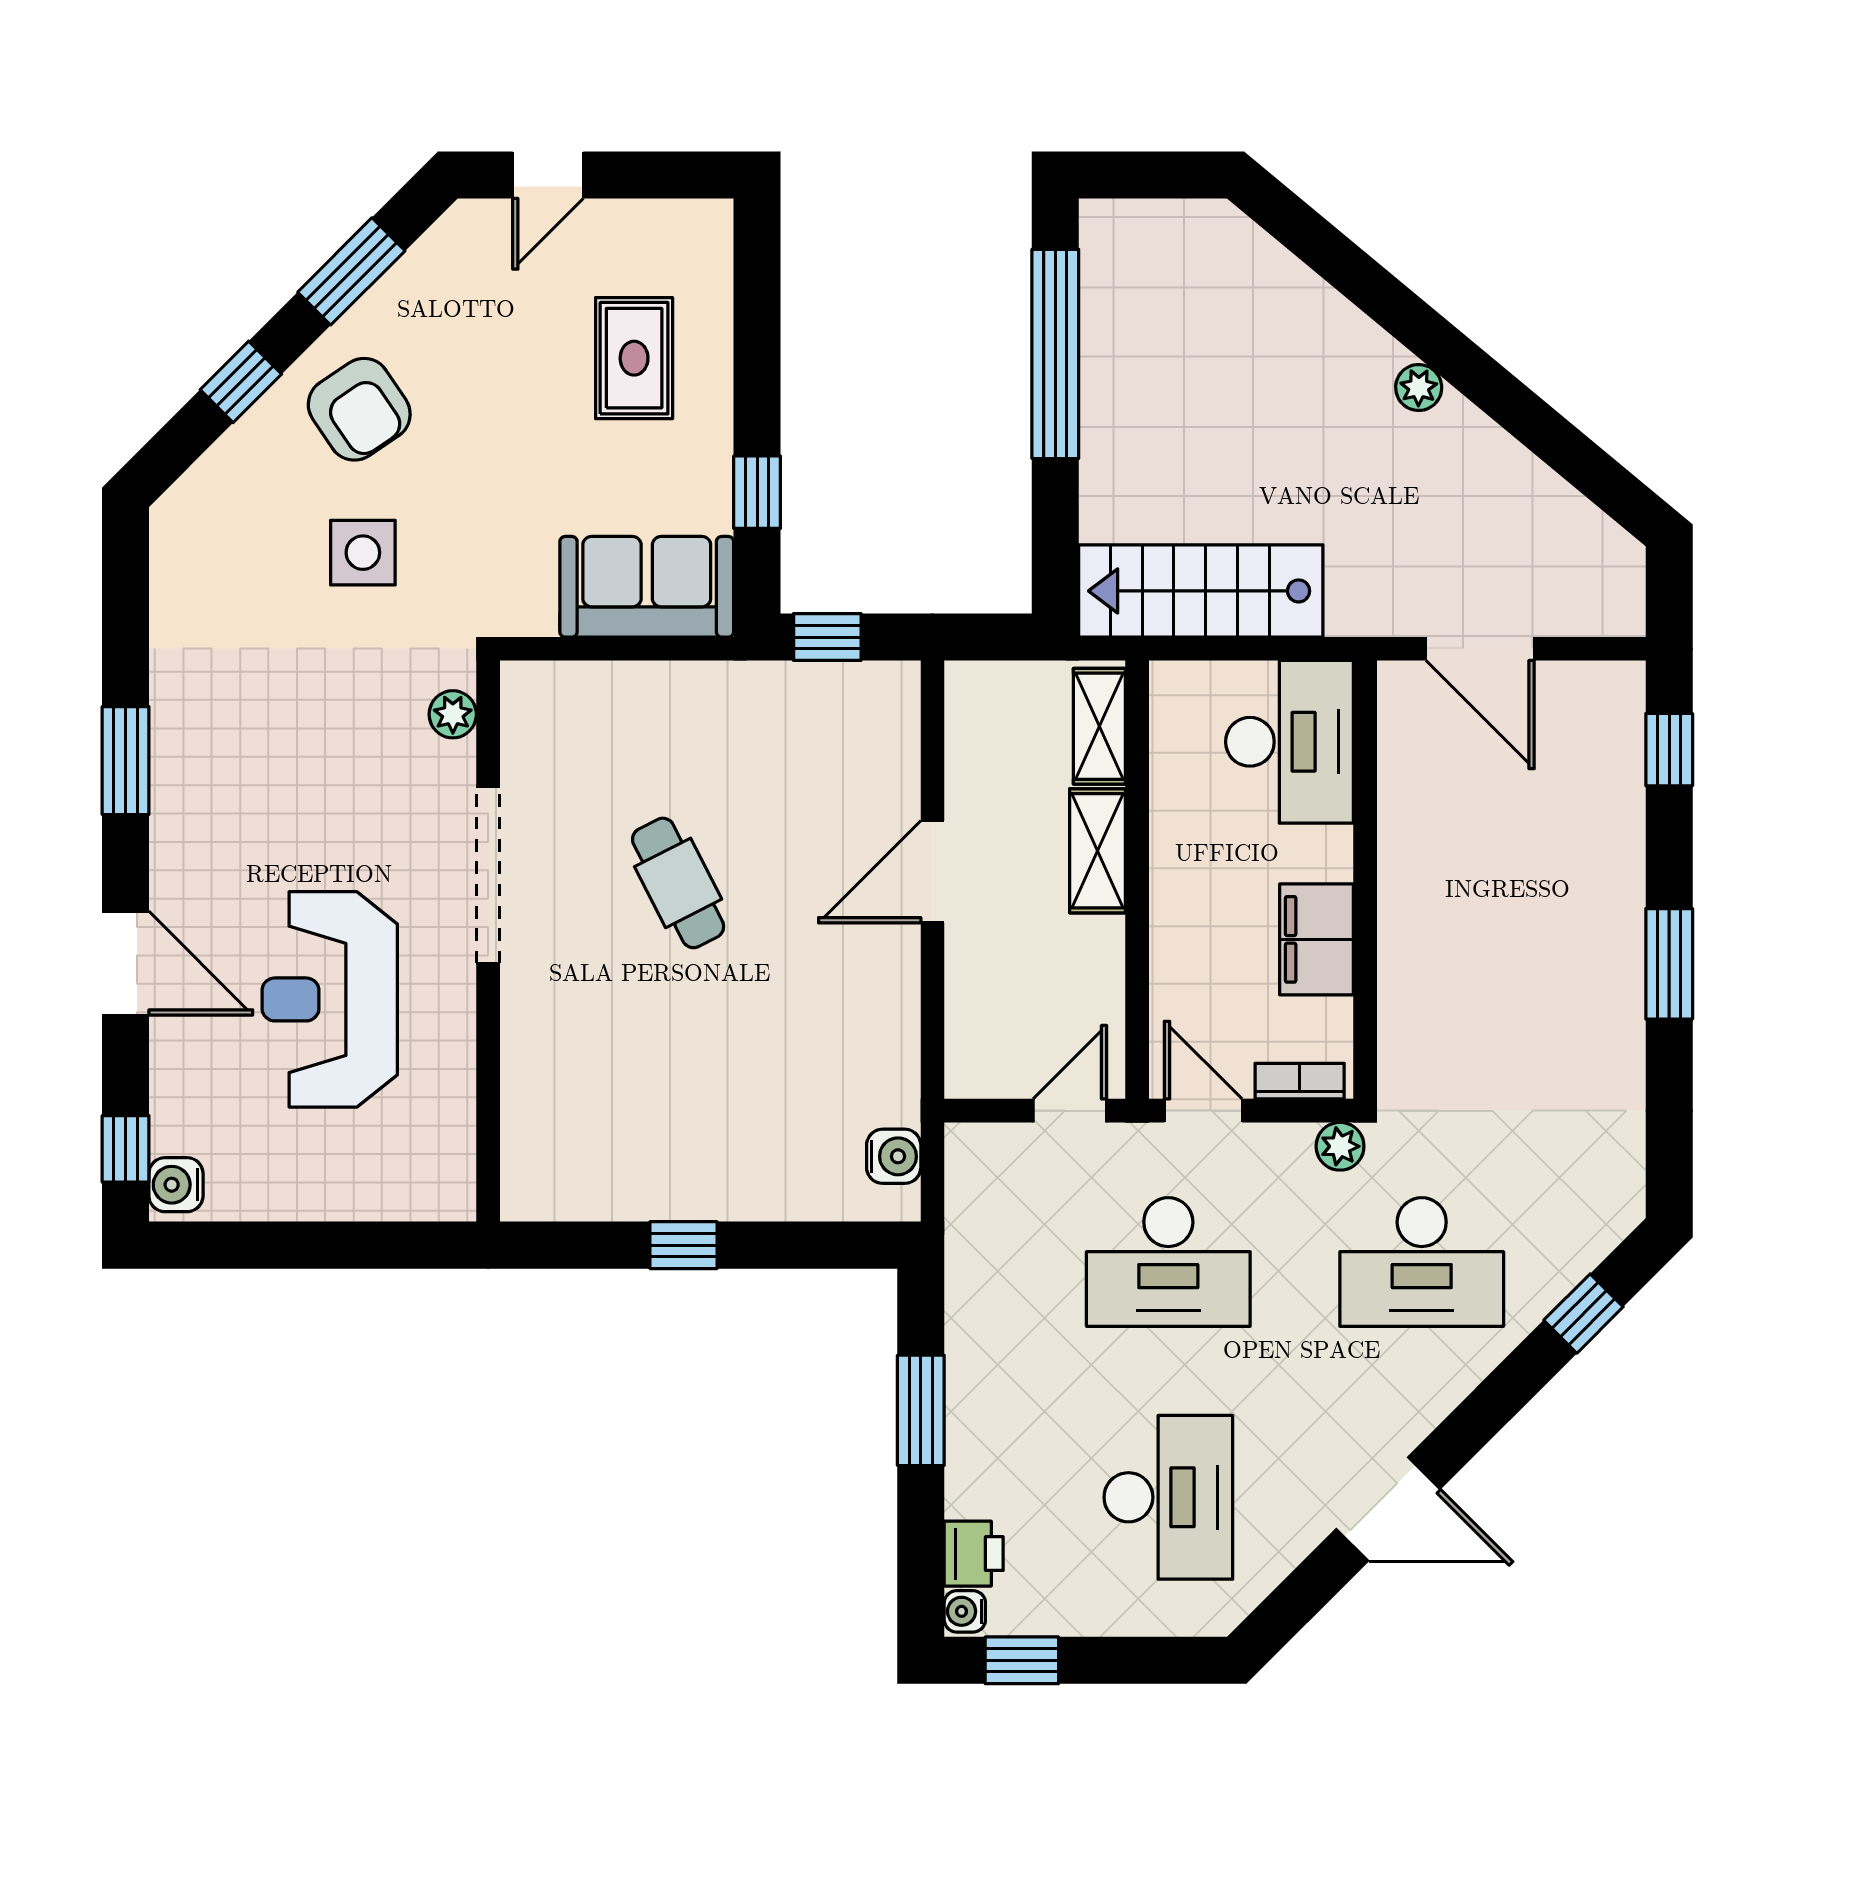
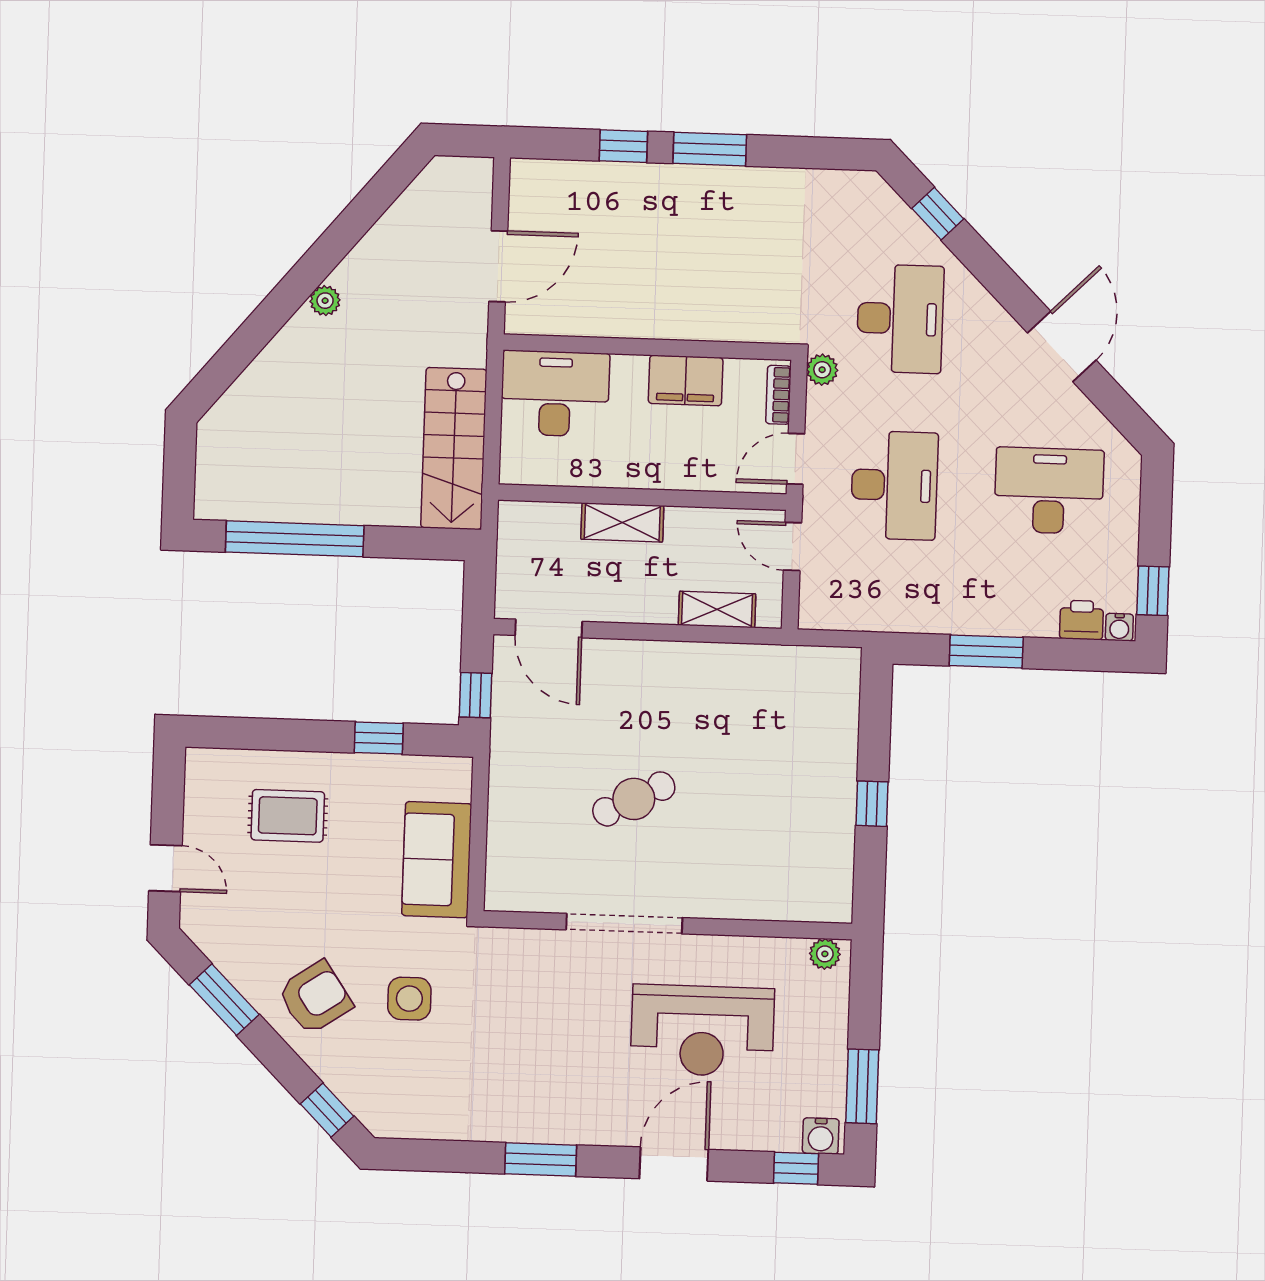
window: (241, 382) -> (327, 1110), moved
sofa: (647, 587) -> (437, 860), moved
plant: (453, 714) -> (825, 954), moved
shelving: (1099, 726) -> (717, 610), moved
window: (1669, 750) -> (623, 146), moved
door: (932, 872) -> (549, 628), moved
water cooler: (894, 1156) -> (819, 663), removed
window: (254, 1245) -> (862, 1086), added

